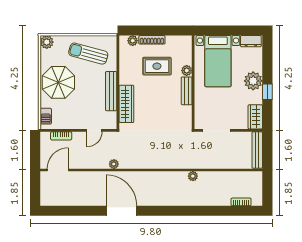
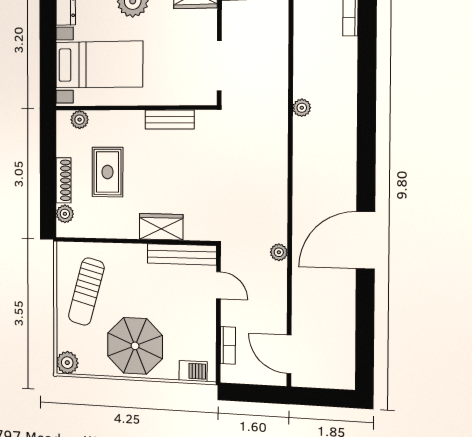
plant: (187, 71) -> (80, 120), moved
bench: (111, 91) -> (182, 254), moved
bench: (187, 91) -> (170, 120), moved
wardrobe: (126, 104) -> (161, 227), width x0.67

